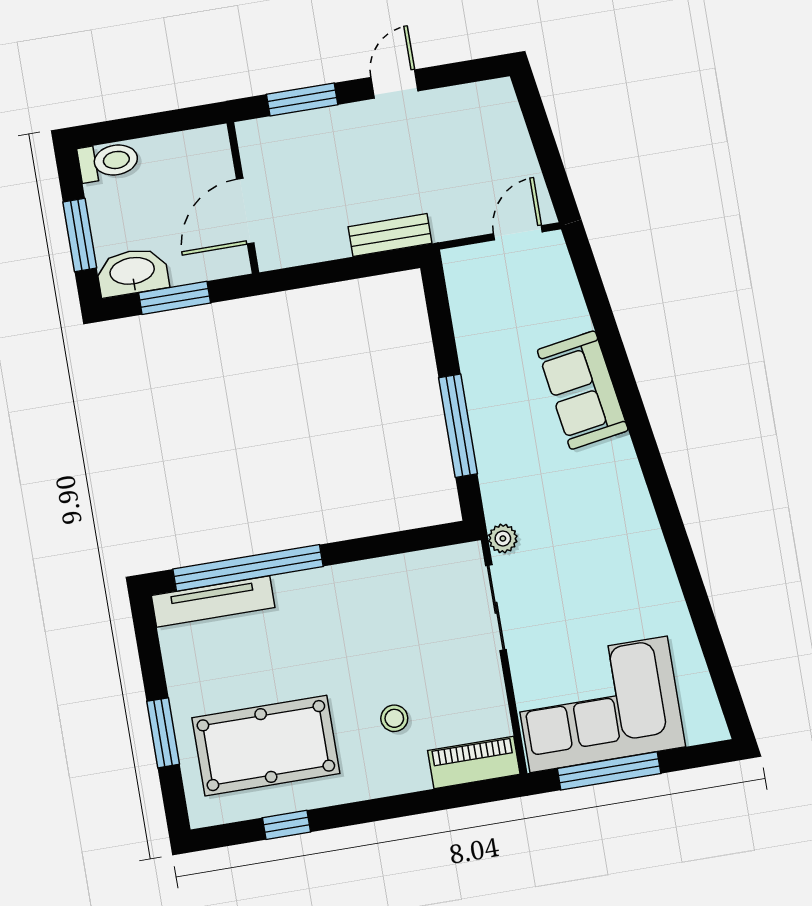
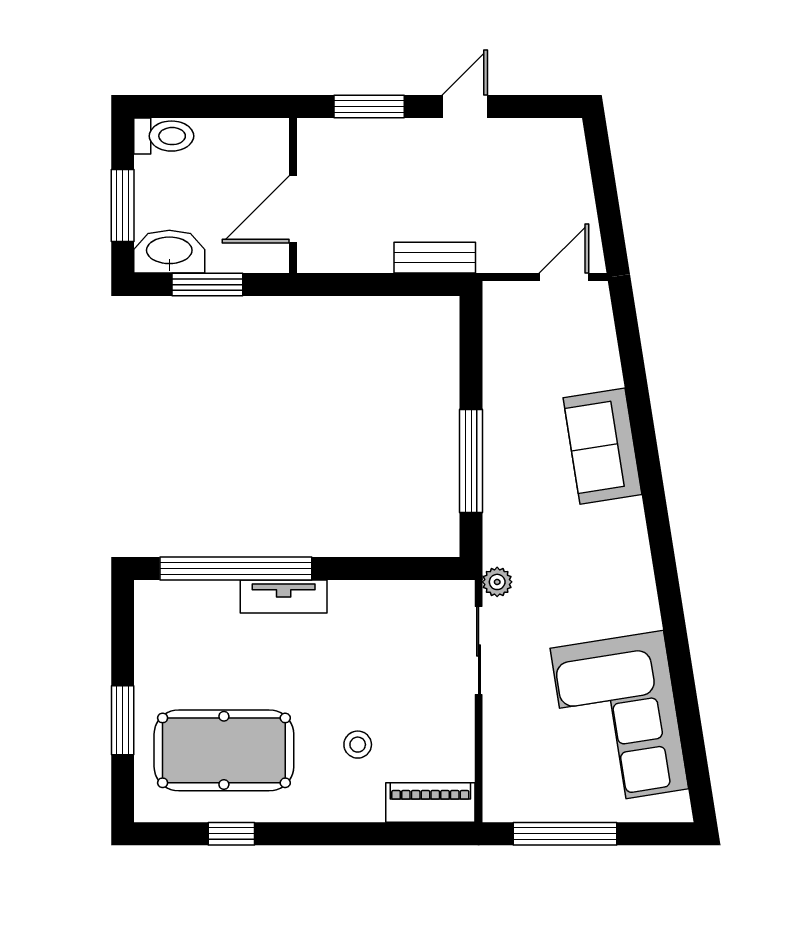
tv unit: (213, 601) -> (284, 596), moved, width x0.71
corner sofa: (599, 704) -> (619, 719), moved, turned -99

